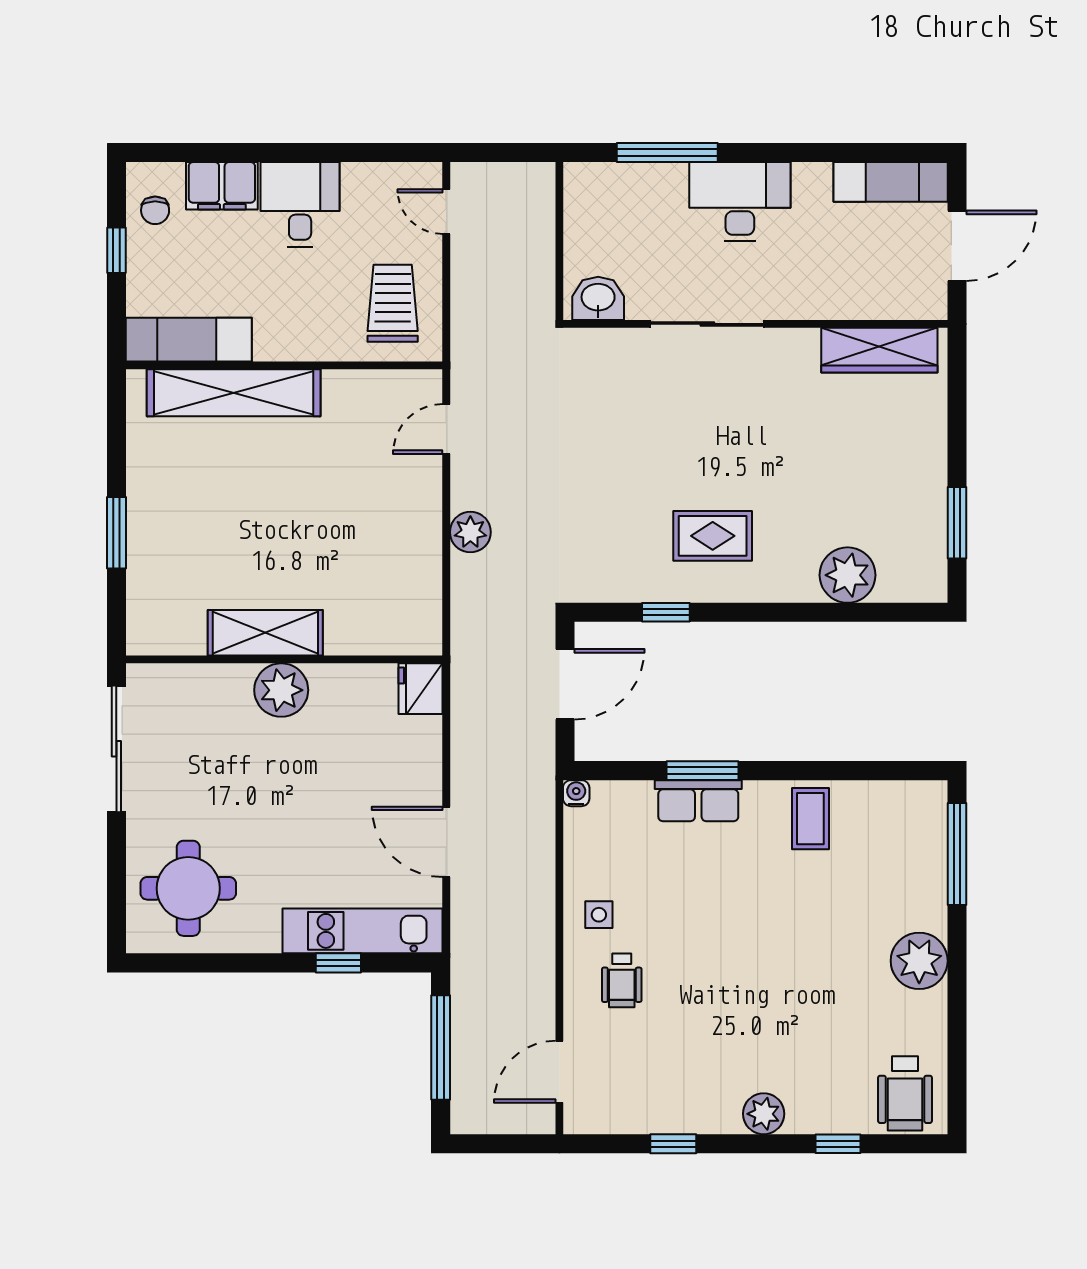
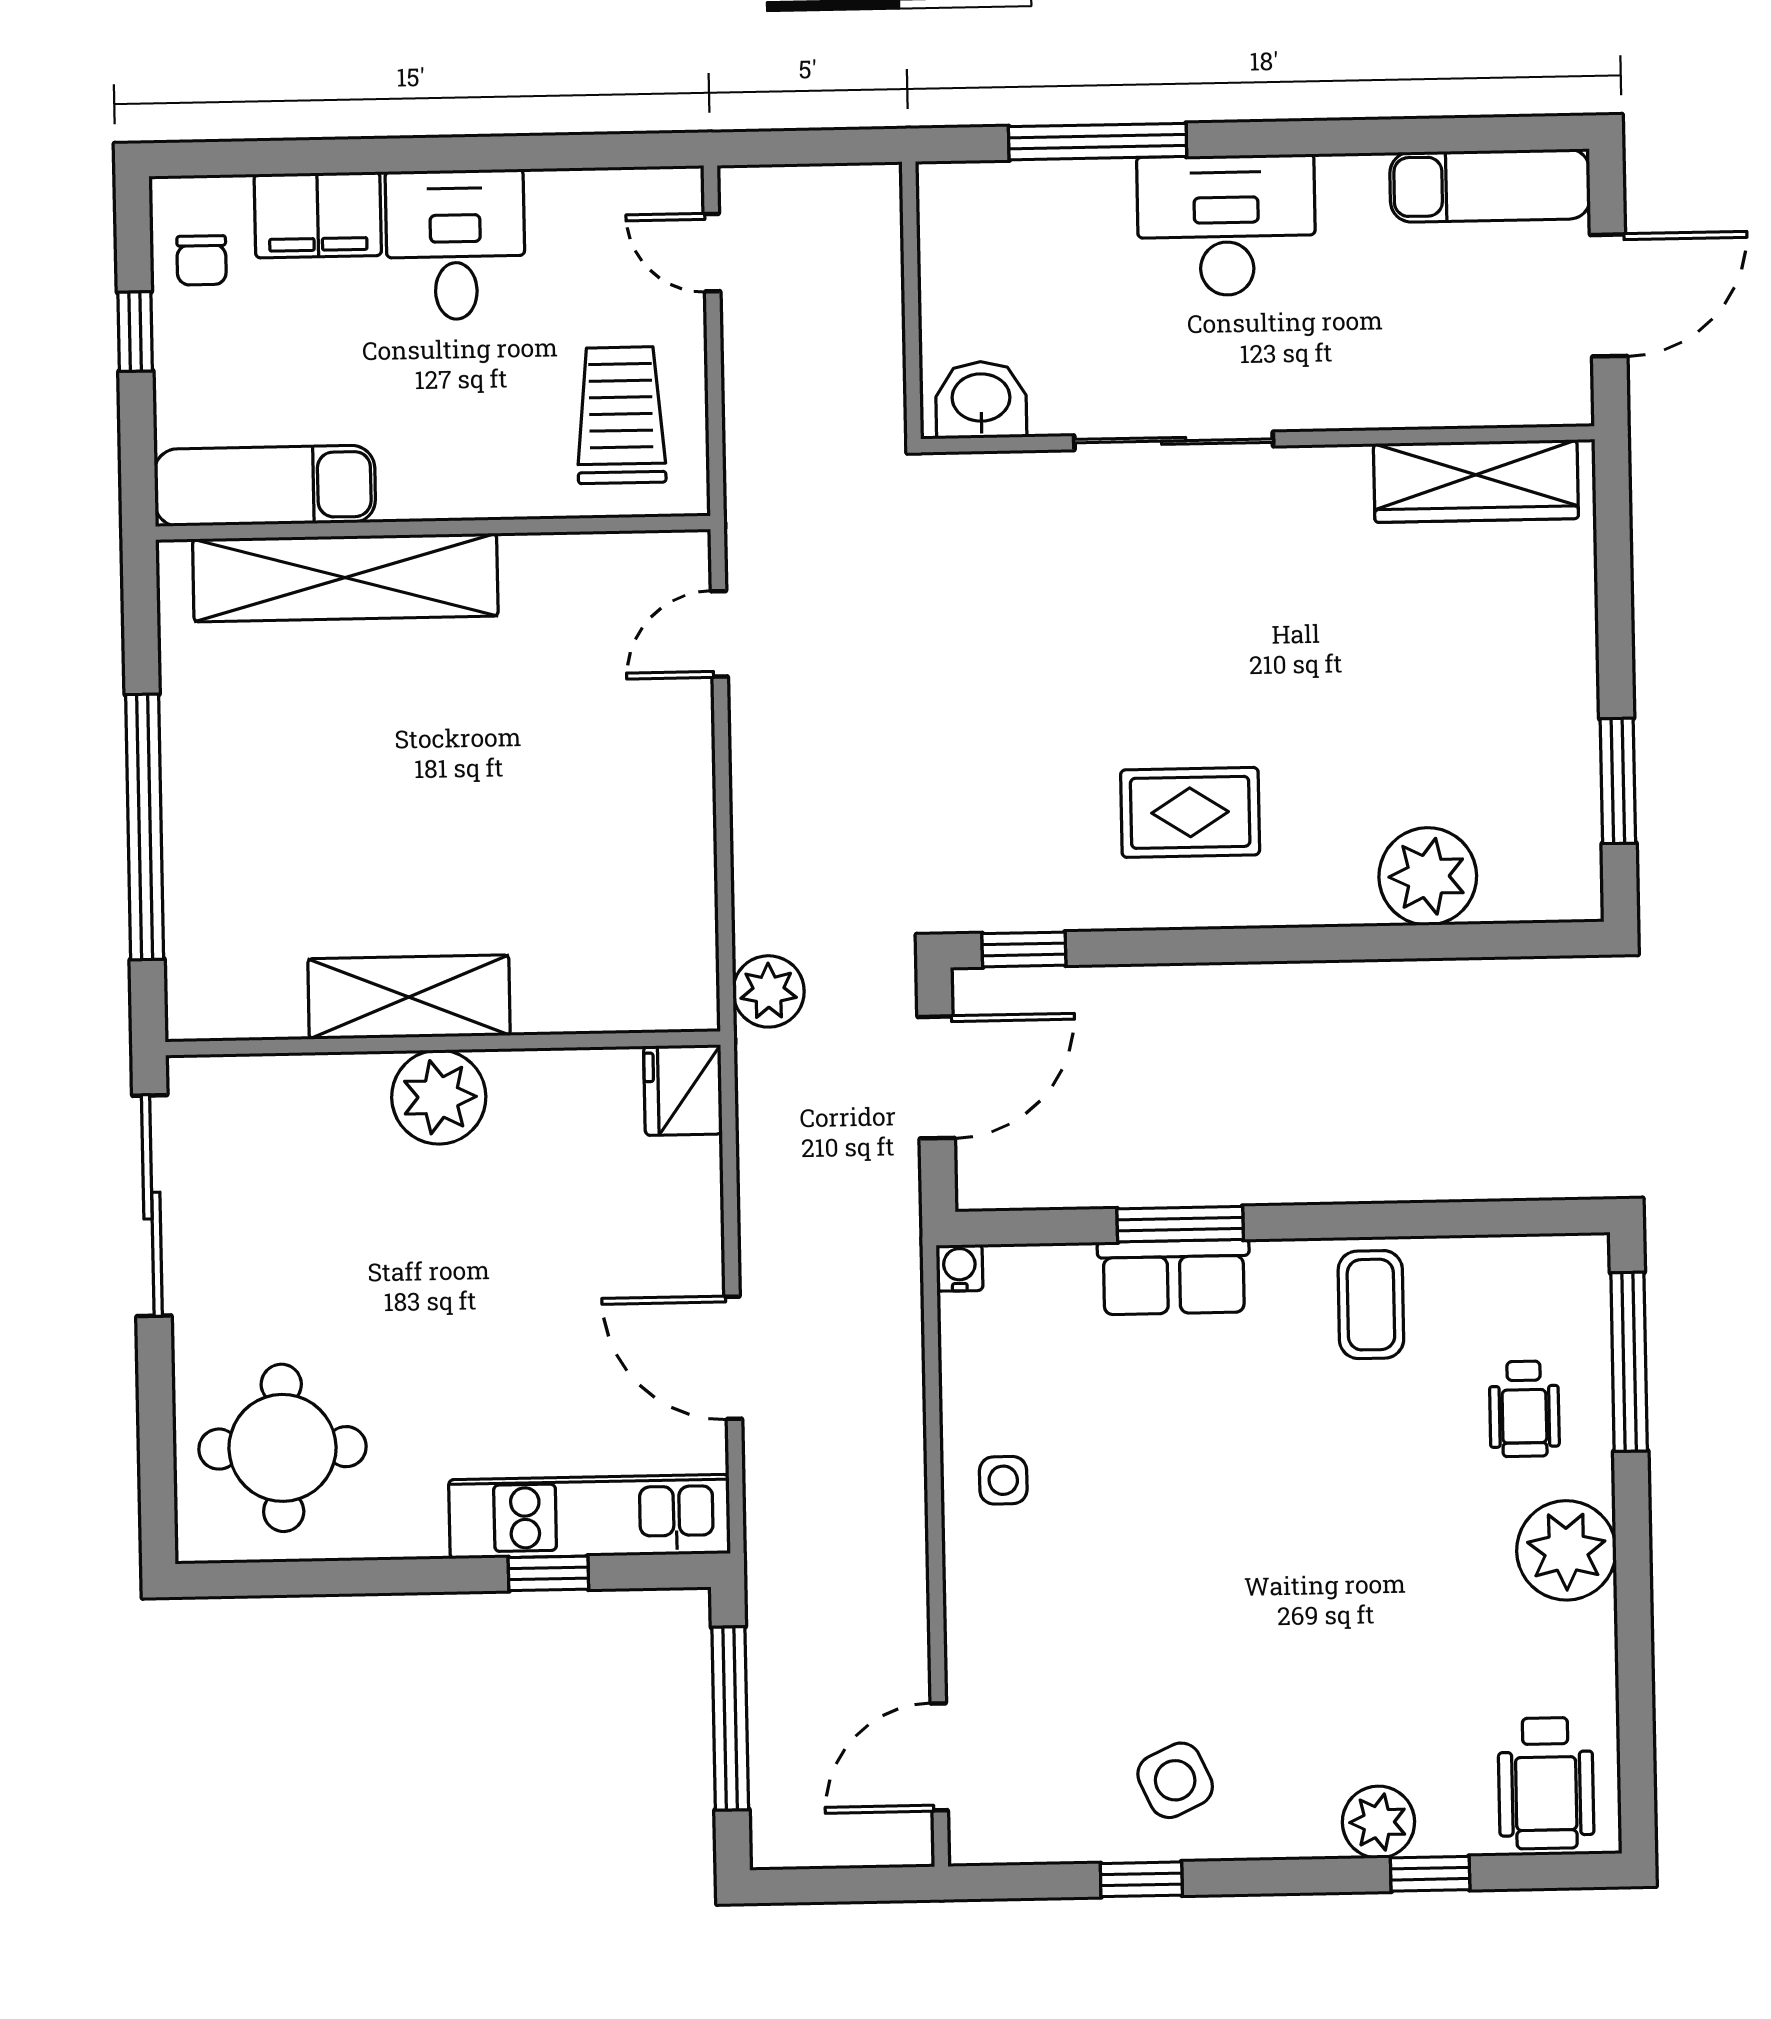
plant: (470, 532) -> (769, 991), moved
window: (116, 533) -> (145, 827), width x2.11
window: (666, 612) -> (1024, 949), moved
wheelchair: (622, 980) -> (1524, 1409), moved
side table: (694, 1088) -> (1175, 1780), added
plant: (764, 1114) -> (1378, 1822), moved

